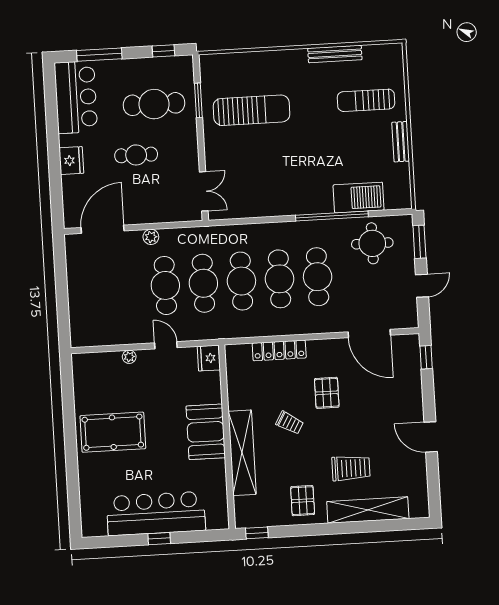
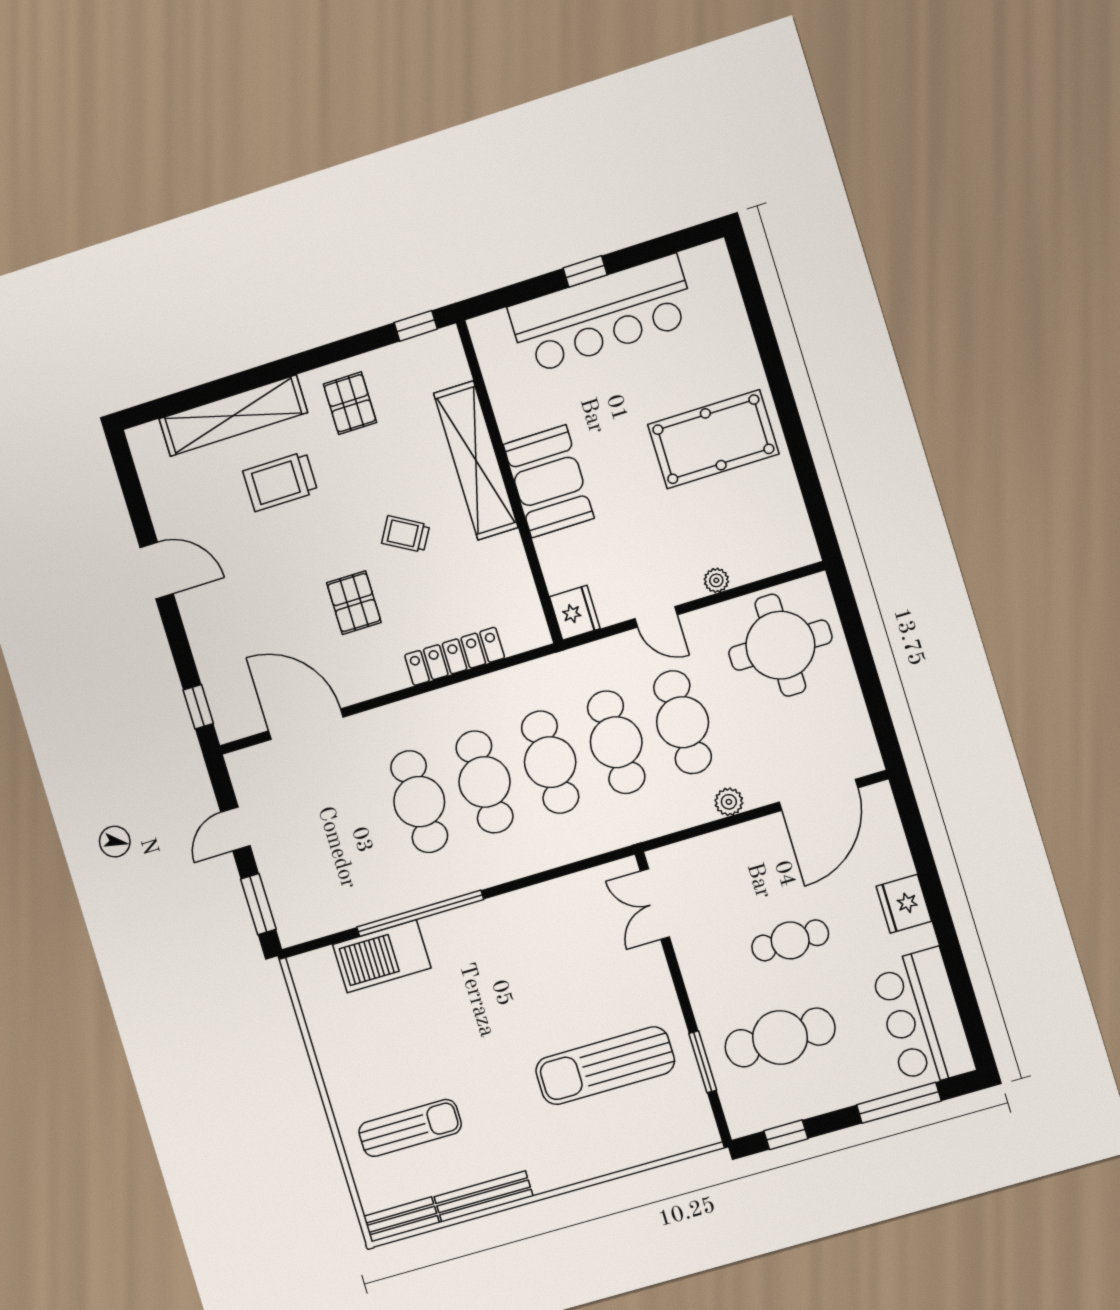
bench: (401, 142) -> (401, 1219), moved, turned 90
round table: (372, 243) -> (780, 645), moved, width x1.36, depth x1.36

